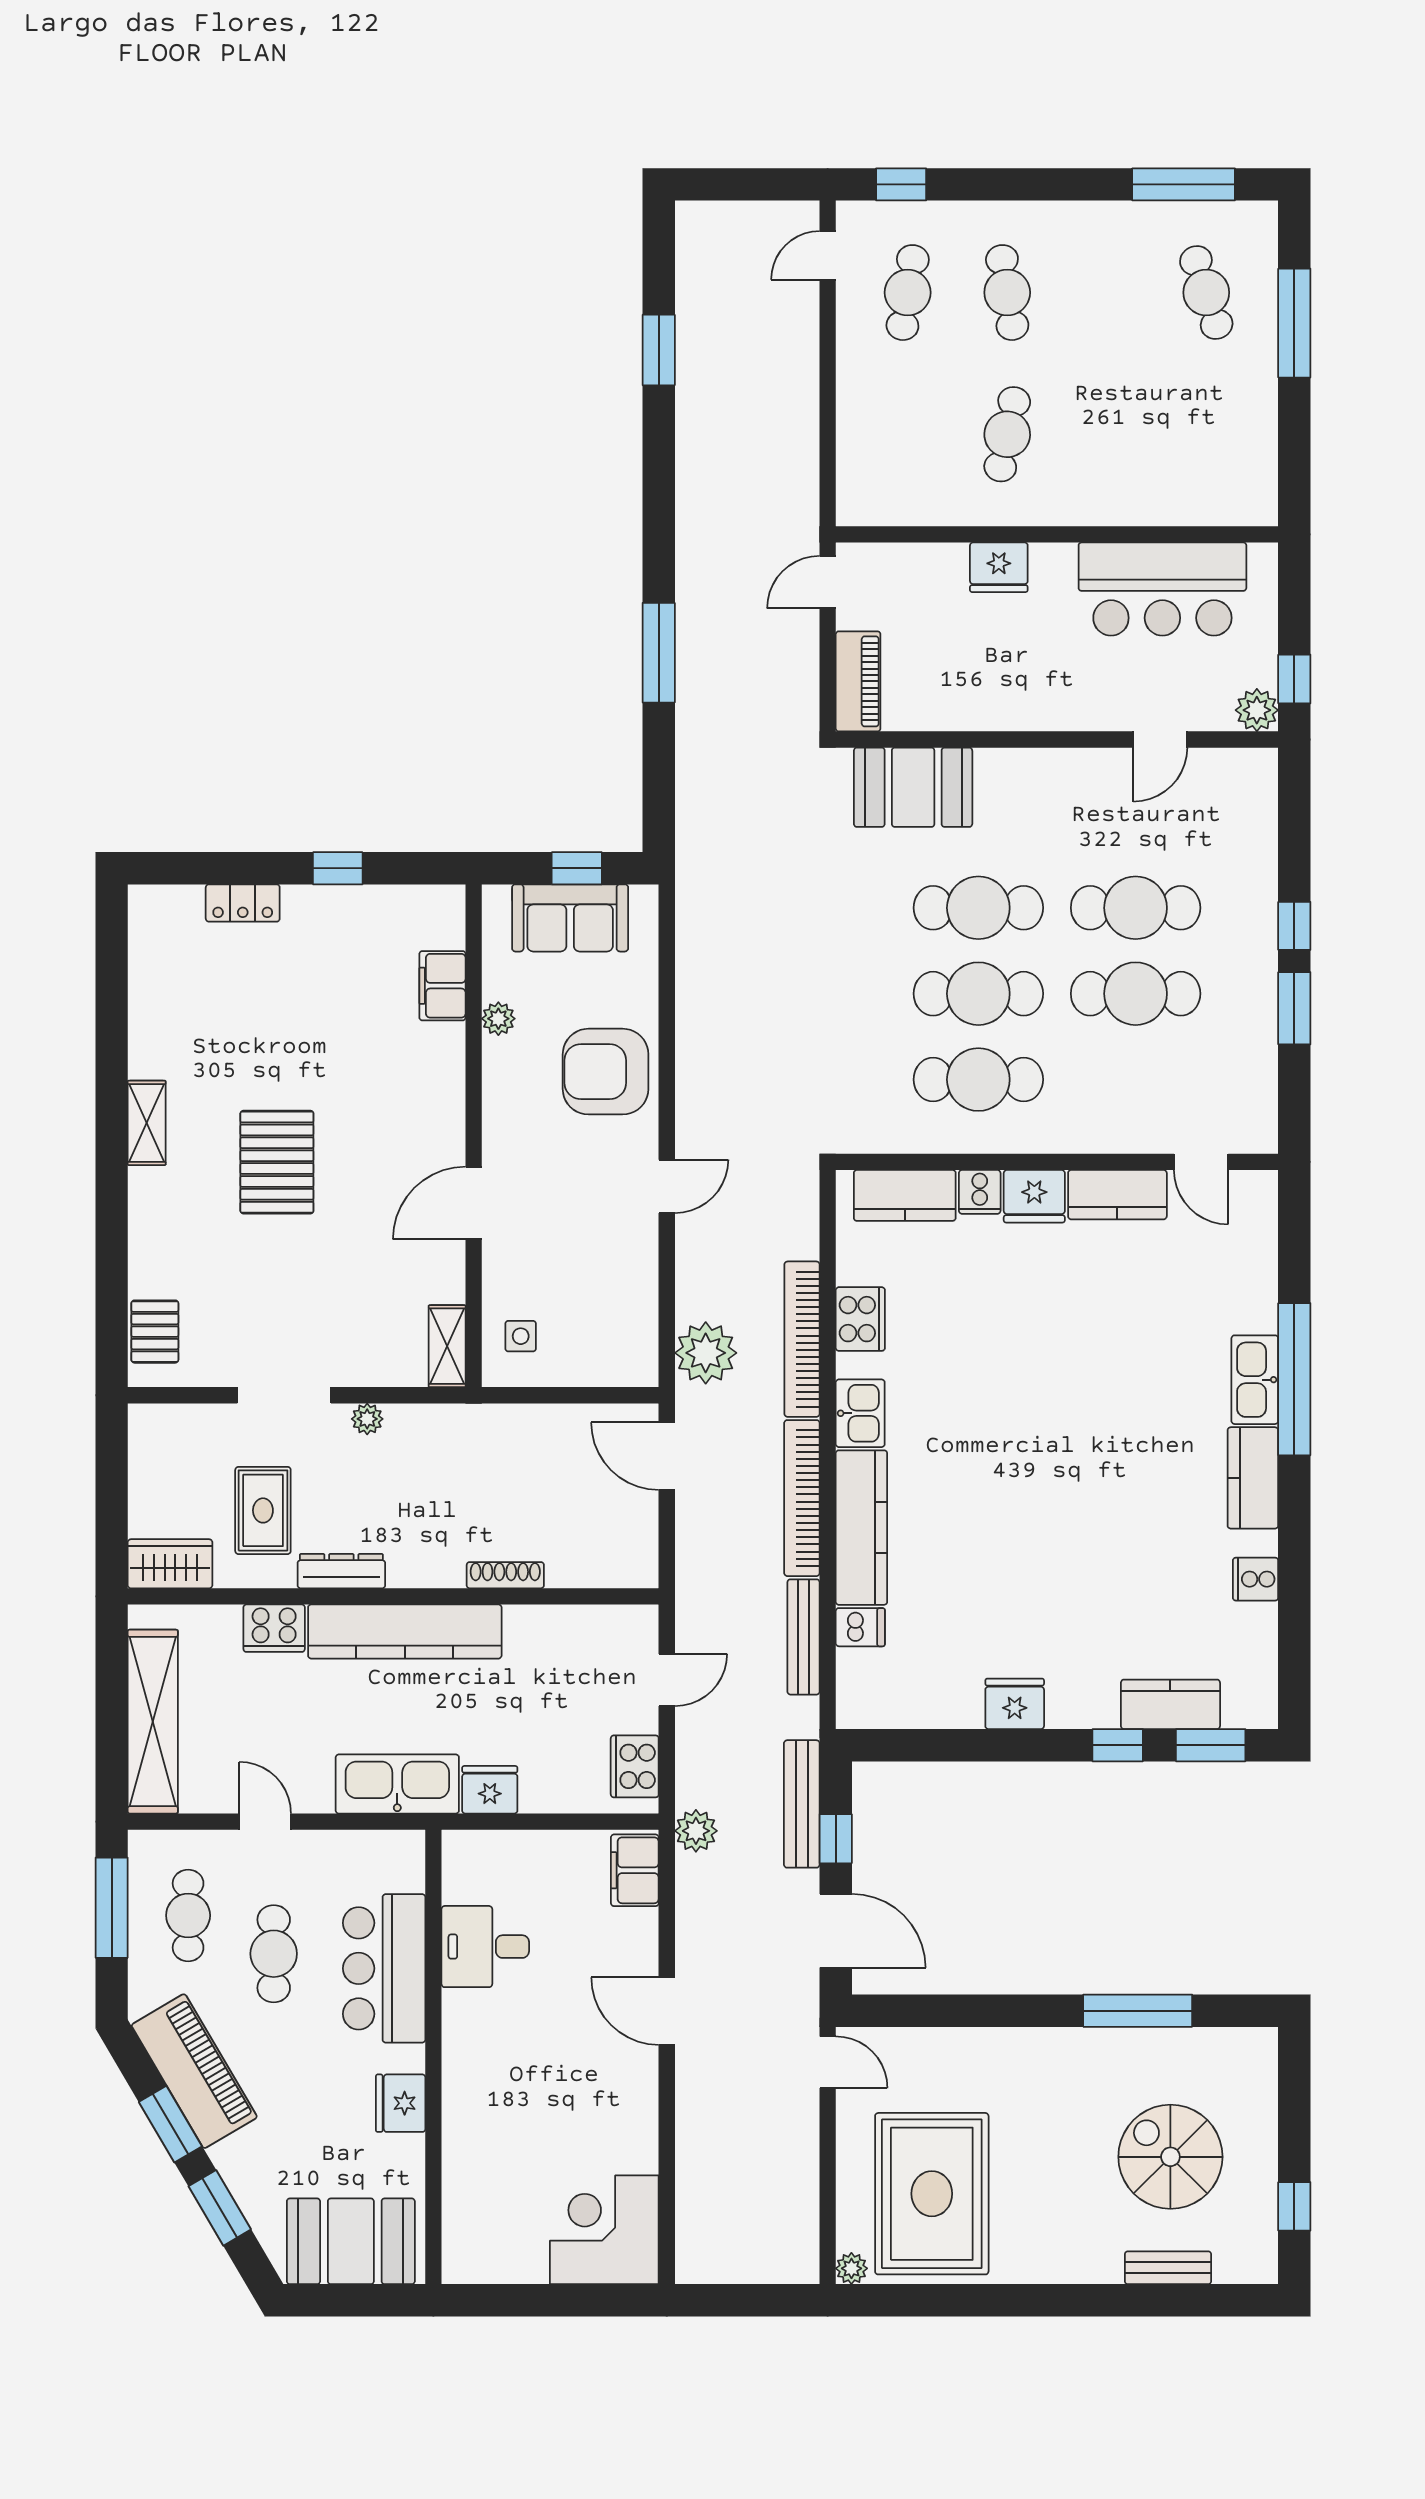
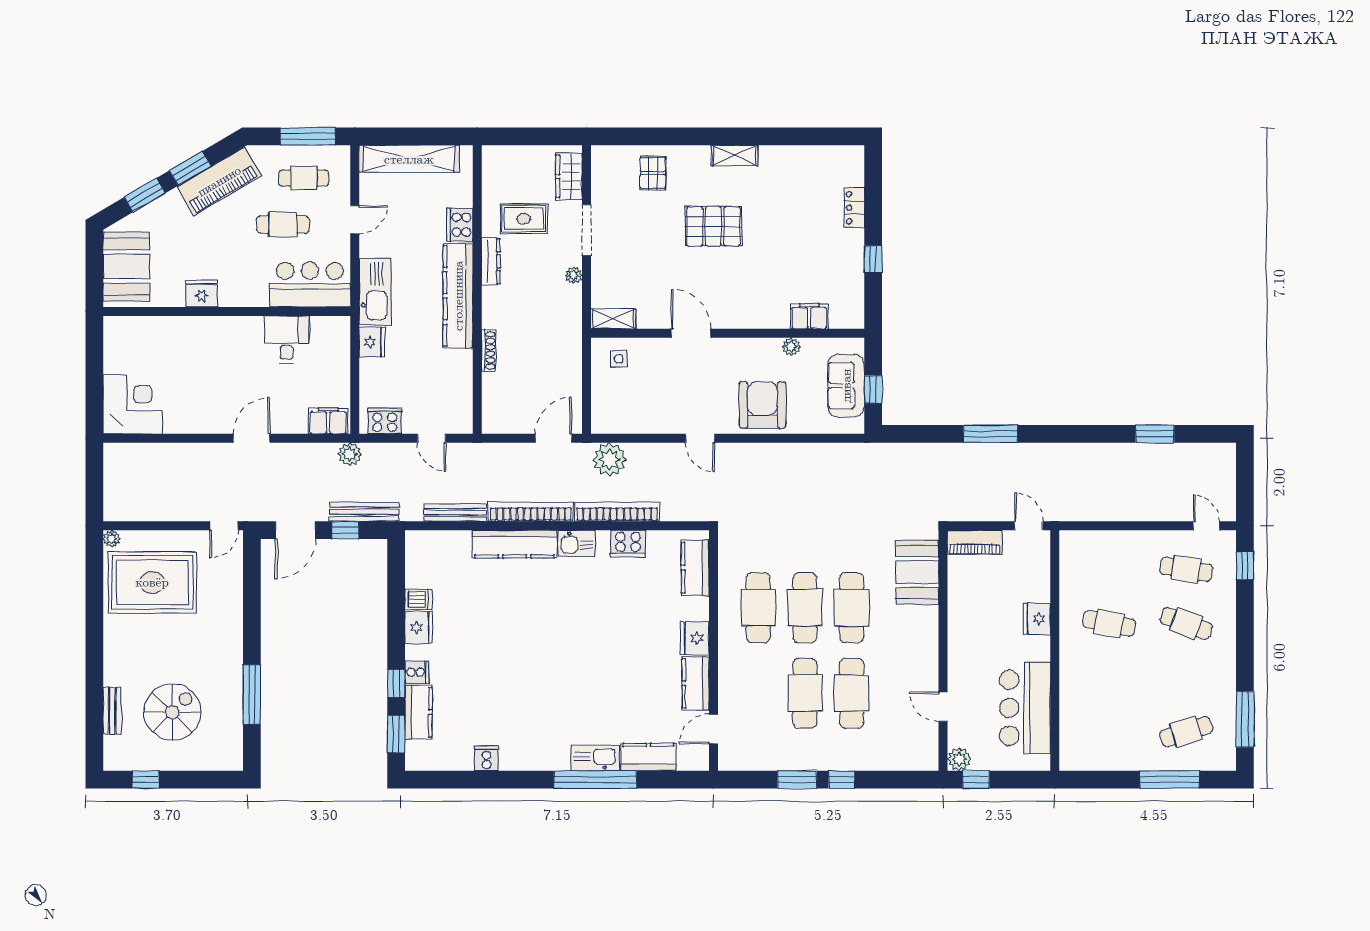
cafe table: (1007, 293) -> (1186, 623), turned 30
cooker: (980, 1192) -> (417, 672), moved, turned 180
pallet: (155, 1332) -> (653, 173), moved, turned 90
kitchen counter: (1253, 1478) -> (648, 757), moved
wardrobe: (170, 1564) -> (569, 177), moved, turned 180
dishwasher: (860, 1627) -> (418, 599), moved, turned -90
bar counter: (384, 1968) -> (310, 285), moved

